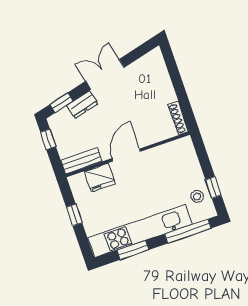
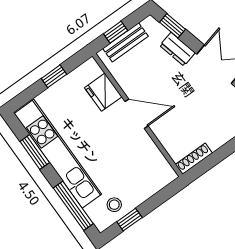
window: (48, 139) -> (116, 32), moved
bench: (81, 161) -> (125, 42), moved, turned 90

